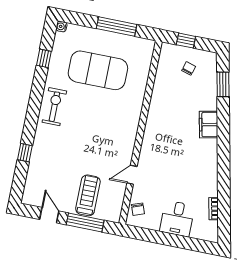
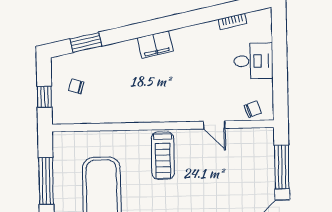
filing cabinet: (208, 125) -> (155, 45), moved
treadmill: (88, 195) -> (163, 156), moved, turned -90

